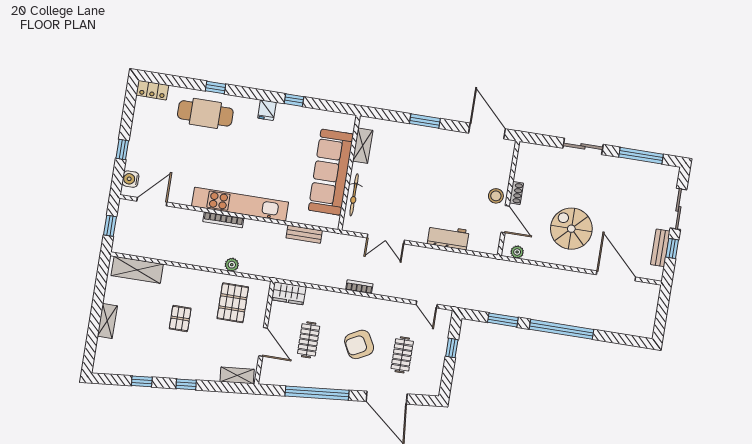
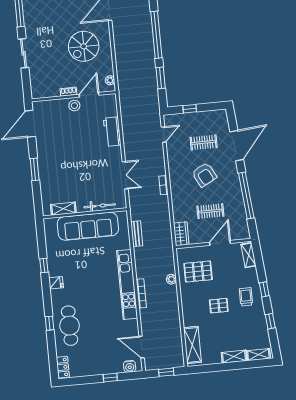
shelving: (101, 354) -> (258, 355), added
trolley: (183, 358) -> (246, 297), added

